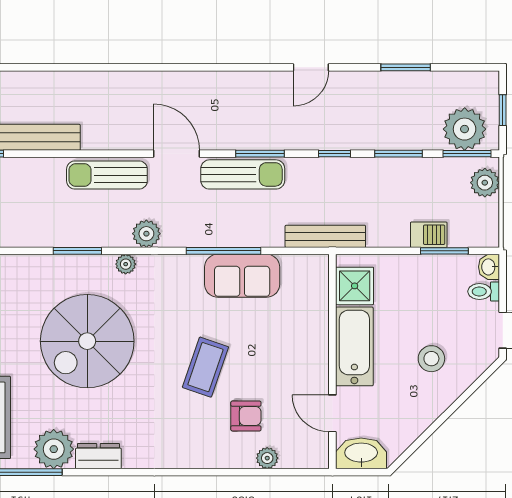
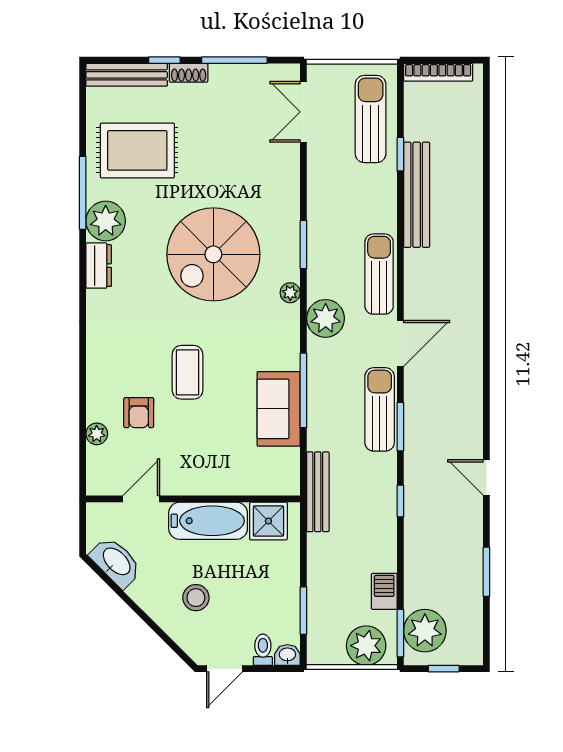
window: (398, 154) -> (400, 565), removed
sun lounger: (243, 174) -> (380, 409), turned 180
plant: (485, 183) -> (366, 646), width x1.36, depth x1.36
plant: (146, 234) -> (326, 318), width x1.36, depth x1.36
barbecue: (429, 235) -> (384, 591), moved, turned 180
spiral stairs: (87, 341) -> (213, 254), turned -90
coffee table: (205, 367) -> (187, 372), turned 71
washbasin: (361, 453) -> (116, 562), moved, turned -45

